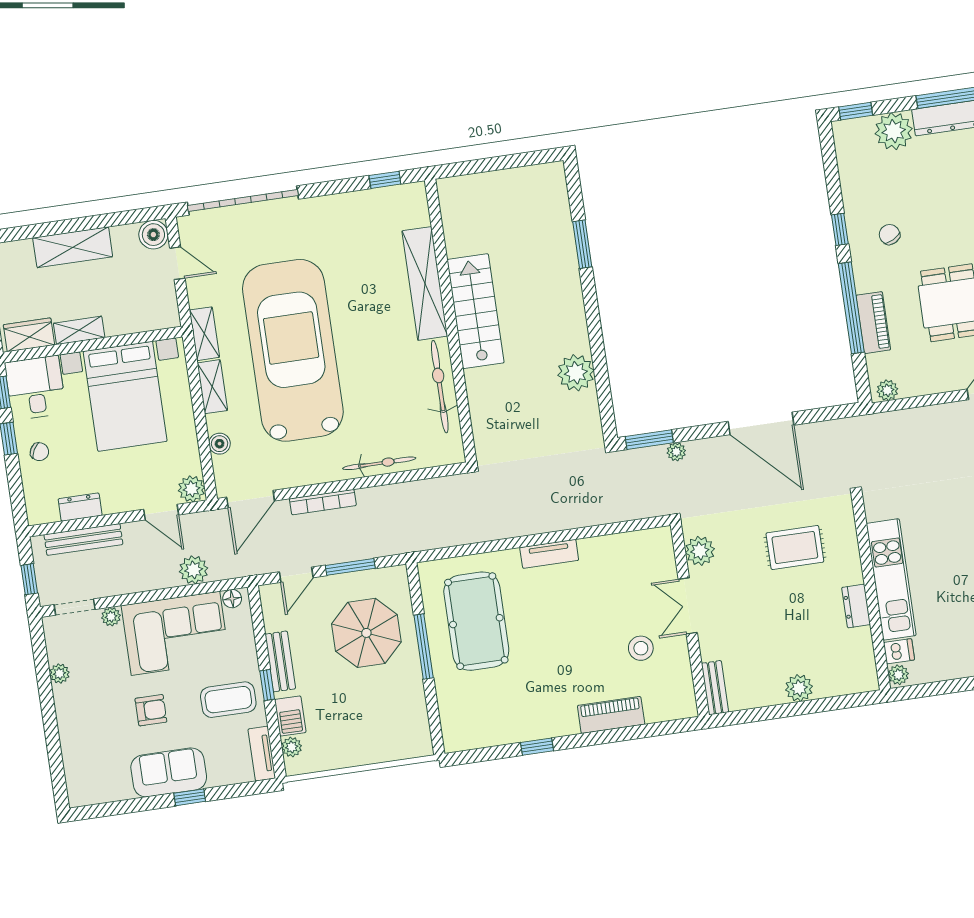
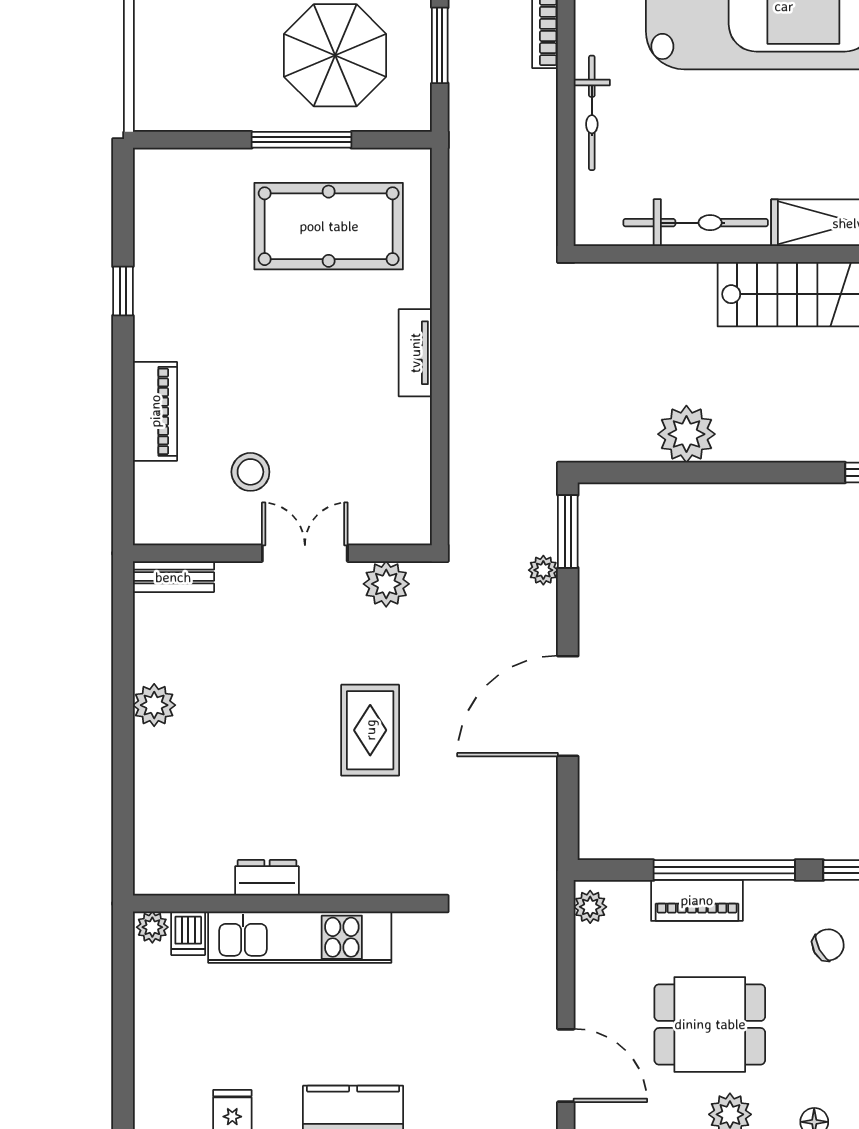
kitchen unit: (891, 579) -> (300, 937), moved
wall: (871, 594) -> (282, 904), moved
dresser: (856, 606) -> (267, 878), moved
dishwasher: (899, 651) -> (188, 933), moved
plant: (898, 675) -> (152, 927), moved

